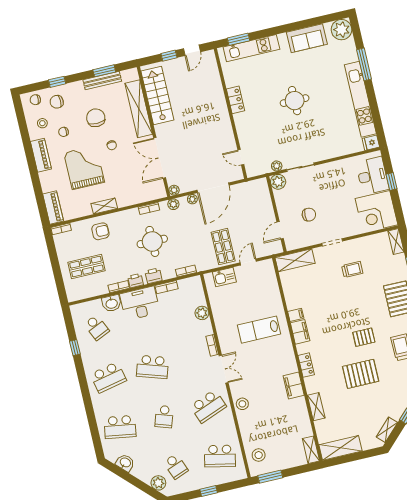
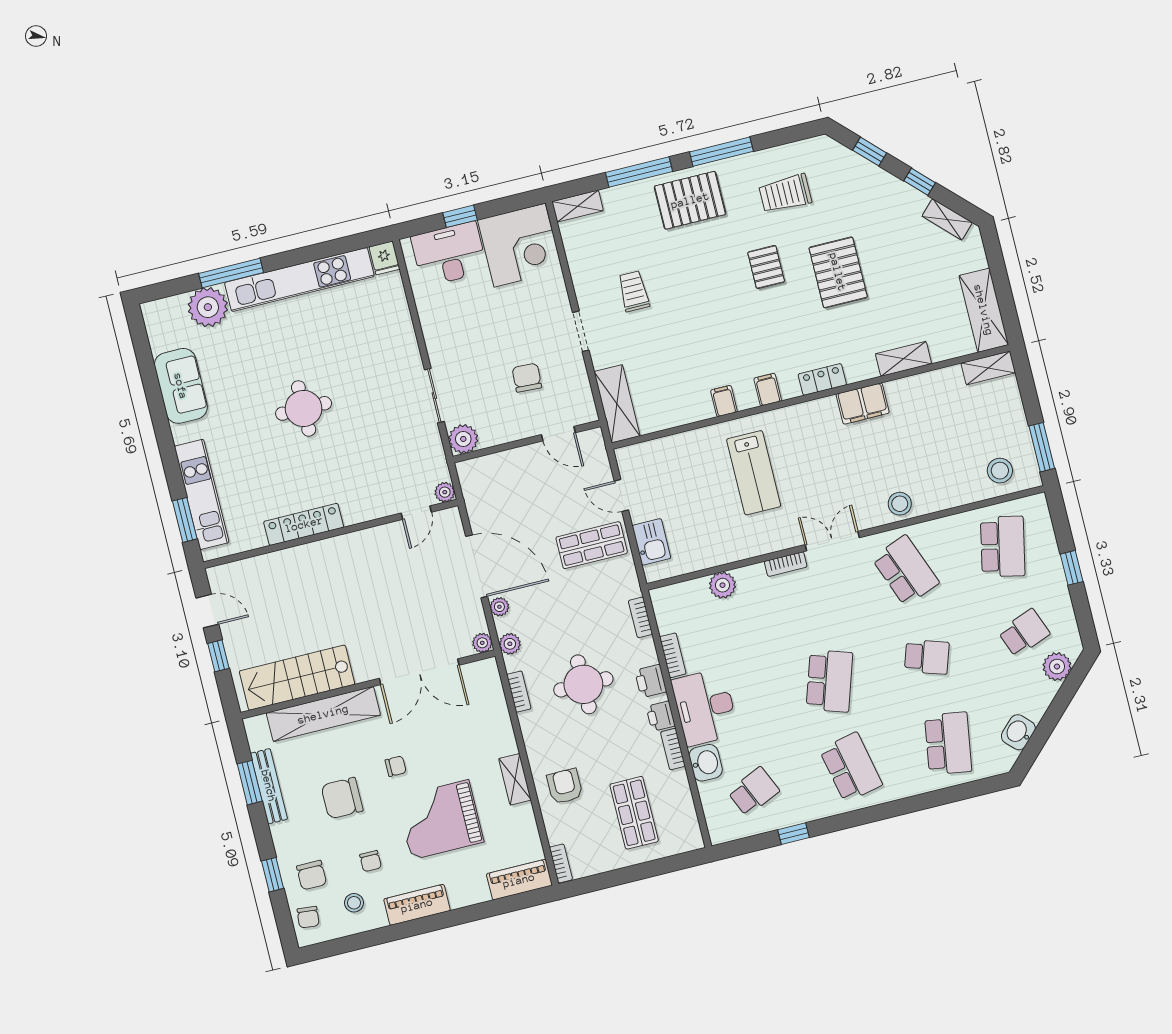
plant: (341, 30) -> (208, 307), moved
locker: (236, 100) -> (304, 524), width x1.53
plant: (277, 166) -> (445, 492), moved
filing cabinet: (300, 332) -> (768, 390), width x0.50

